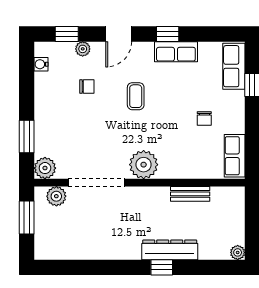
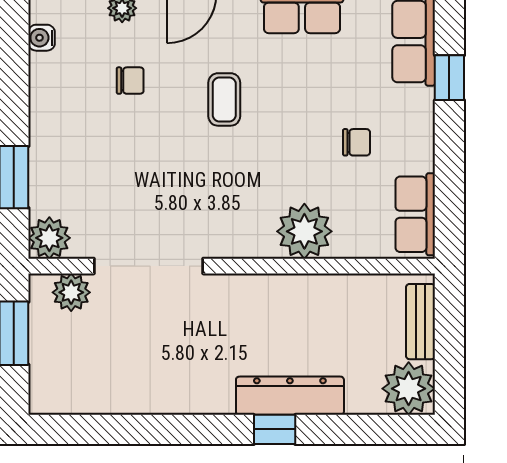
chair: (204, 118) -> (357, 142), turned -90
plant: (144, 165) -> (304, 231), moved
bench: (190, 194) -> (421, 322), moved, turned 90
plant: (238, 252) -> (409, 389), width x1.87, depth x1.87

